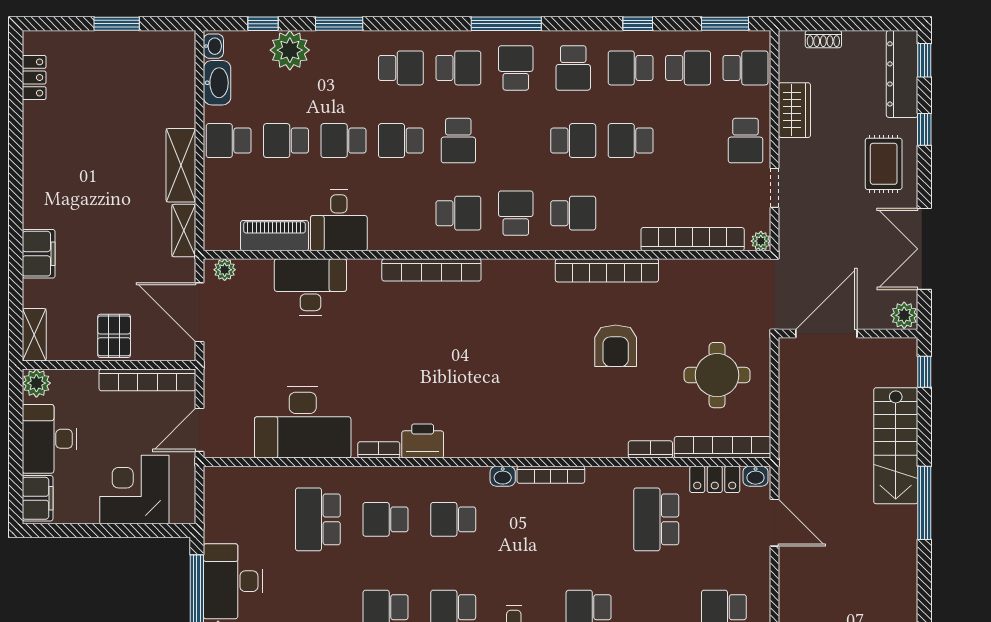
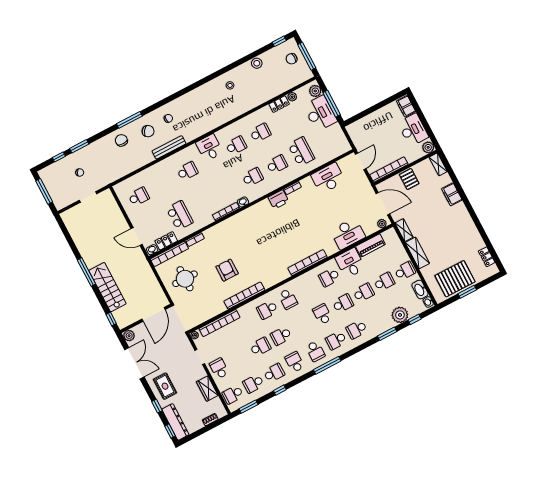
pallet: (128, 66) -> (455, 279), added
school desk: (458, 213) -> (329, 277), moved
desk: (303, 422) -> (328, 178), width x0.73, depth x0.77
corner desk: (134, 489) -> (373, 128), removed

